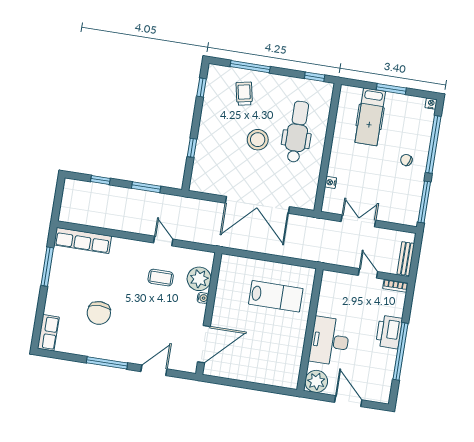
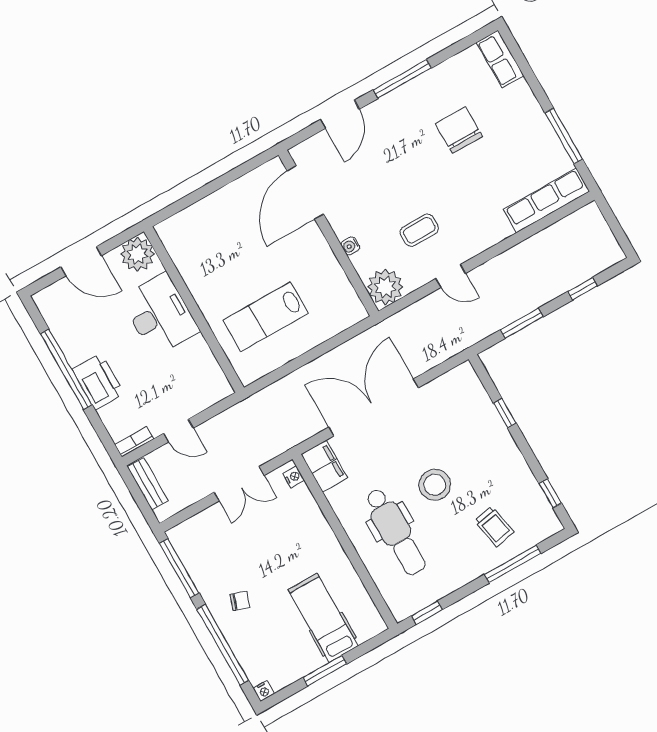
nightstand: (331, 182) -> (294, 477), moved
filing cabinet: (307, 195) -> (324, 466), added
plant: (199, 279) -> (385, 287), moved

